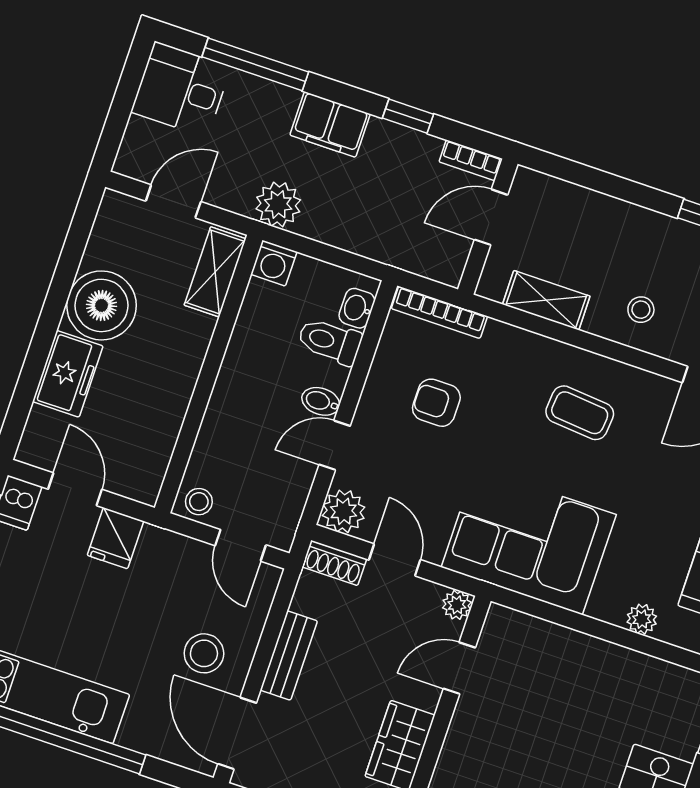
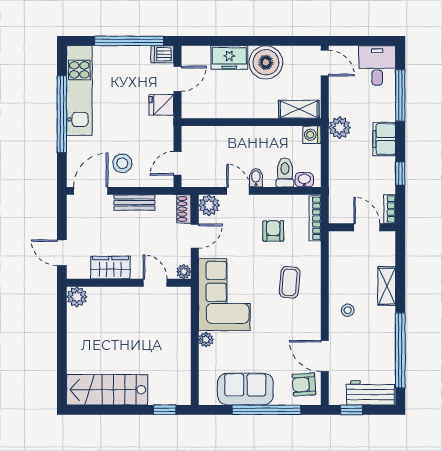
door: (173, 201) -> (325, 63), moved
shelving: (546, 300) -> (387, 286), moved
coffee table: (580, 413) -> (290, 282), moved
stool: (199, 502) -> (191, 137), removed
plant: (642, 619) -> (206, 340), moved

